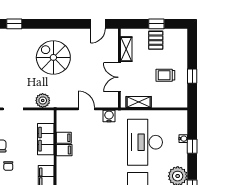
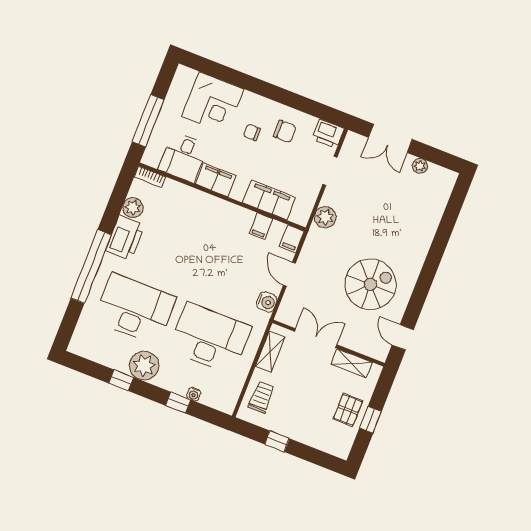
window: (14, 24) -> (449, 219), removed
pallet: (156, 40) -> (348, 410), turned 90
spiral stairs: (53, 57) -> (370, 284), moved
trolley: (165, 75) -> (261, 397), moved
door: (86, 109) -> (289, 274), swing flipped
filing cabinet: (64, 150) -> (292, 239), moved

